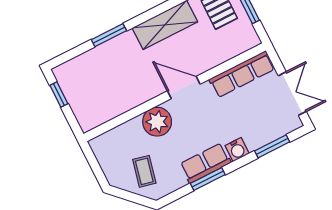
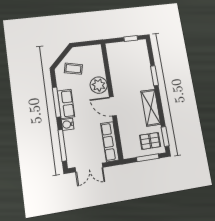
door: (184, 88) -> (113, 106), swing flipped
window: (272, 146) -> (62, 145), width x1.44
window: (208, 179) -> (56, 102), width x1.44

